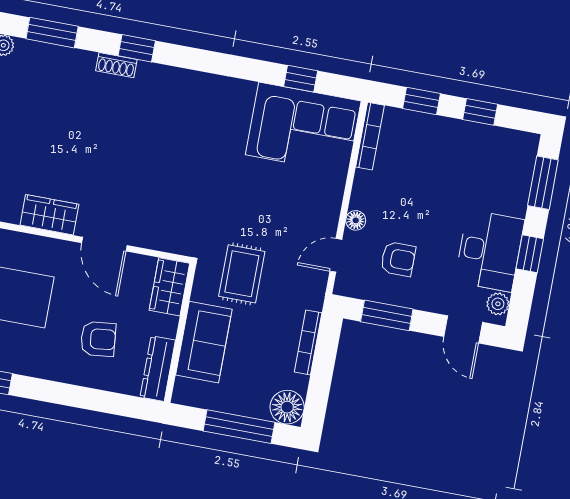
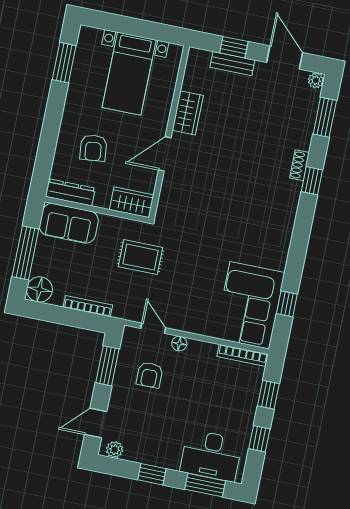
desk: (490, 251) -> (211, 456), moved
sofa: (204, 342) -> (69, 223), moved

